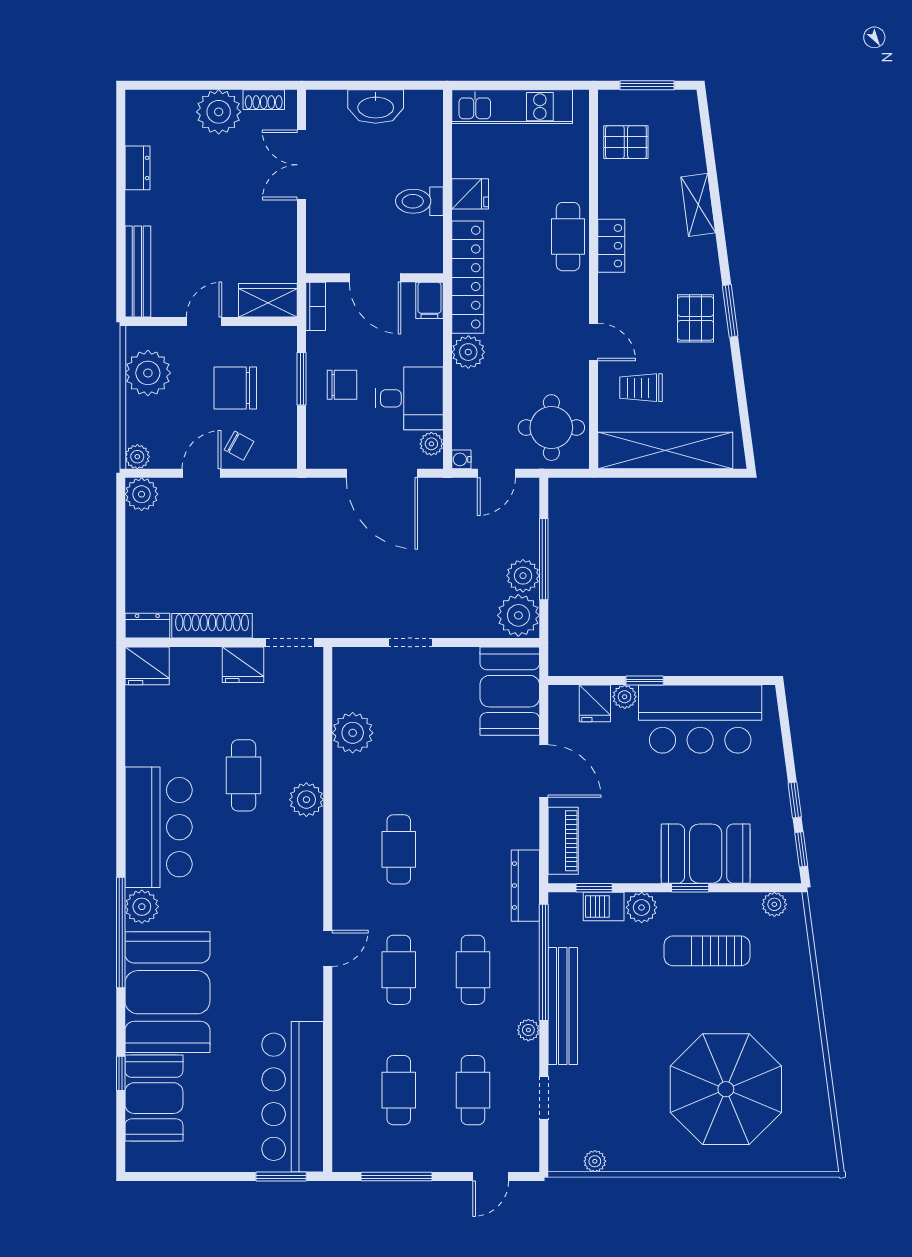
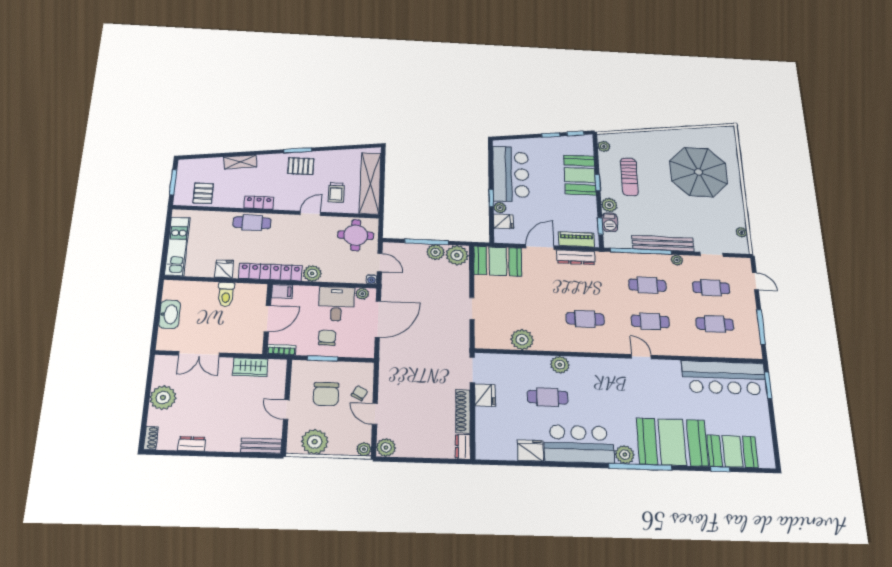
shoe rack: (264, 100) -> (151, 438), moved
bench: (138, 272) -> (261, 446), width x0.73
wardrobe: (268, 300) -> (250, 367), moved, turned -90
fridge: (147, 666) -> (531, 451), moved, turned -90
dresser: (525, 886) -> (576, 257), moved

